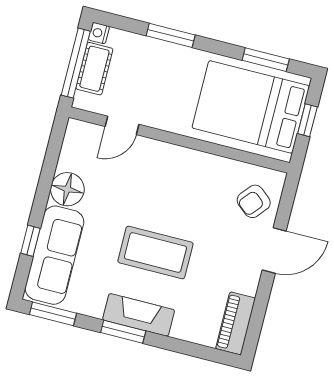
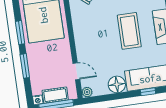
window: (266, 60) -> (20, 33), moved
plant: (76, 129) -> (87, 92), added

